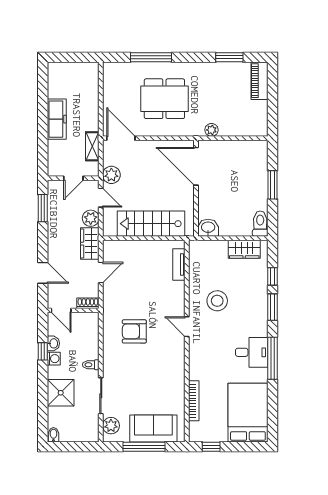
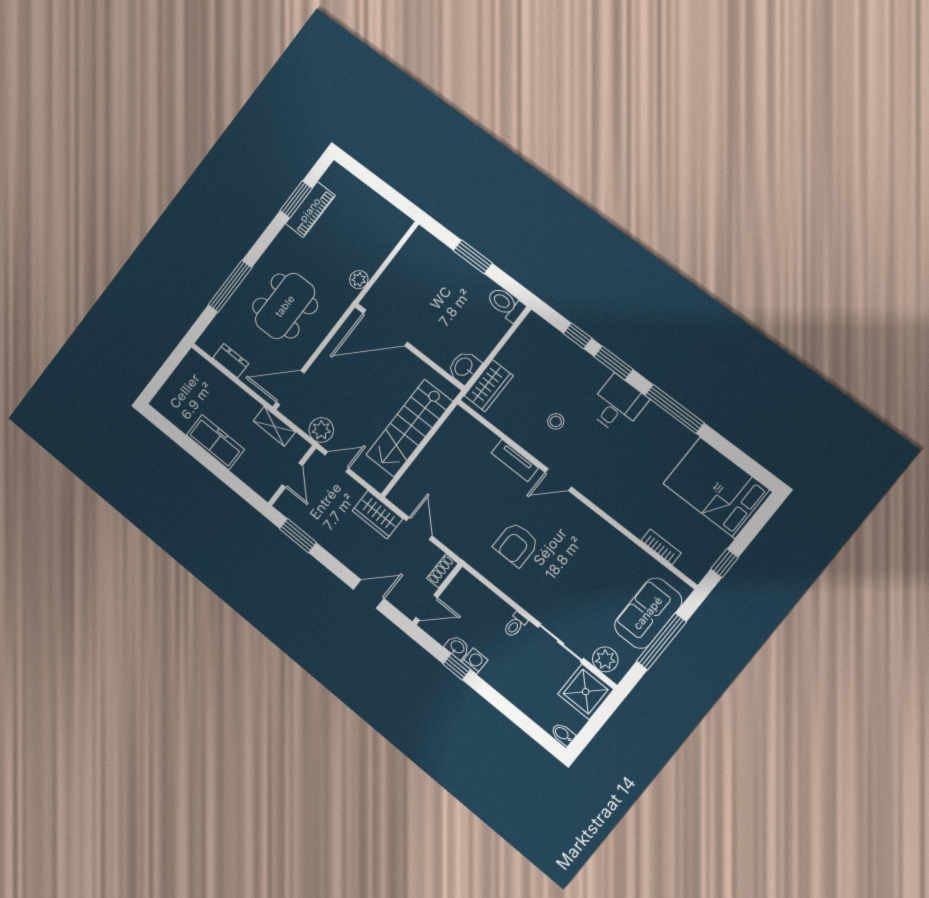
piano: (259, 81) -> (310, 210), moved, turned -90
dresser: (109, 91) -> (231, 361), added
plant: (91, 218) -> (350, 491), removed
wardrobe: (244, 249) -> (489, 386), moved
tv unit: (179, 264) -> (515, 460), moved
stool: (217, 301) -> (556, 421), width x0.53, depth x0.53
desk: (252, 352) -> (617, 405), moved
shower: (61, 393) -> (586, 692), moved
bookcase: (194, 401) -> (661, 547), width x0.64

